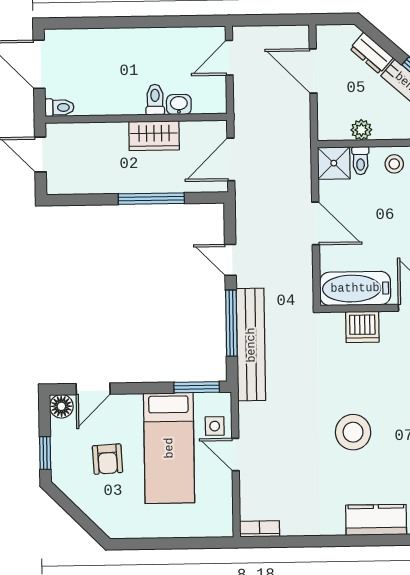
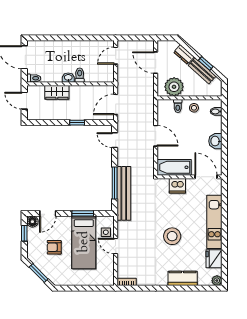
washbasin: (179, 105) -> (68, 78), moved
plant: (361, 130) -> (174, 87), width x1.88, depth x1.88
wardrobe: (154, 136) -> (57, 92), moved
shower: (334, 163) -> (165, 107), removed
window: (151, 199) -> (77, 123), width x0.46
door: (230, 260) -> (115, 140), moved
window: (197, 387) -> (83, 213), moved
window: (45, 453) -> (24, 233), moved
armchair: (107, 459) -> (54, 247), turned 93
window: (76, 513) -> (39, 273), added

